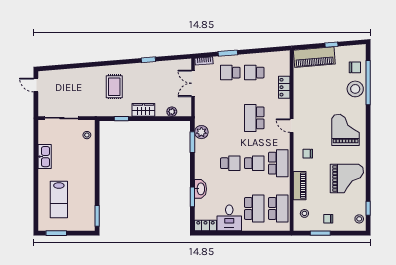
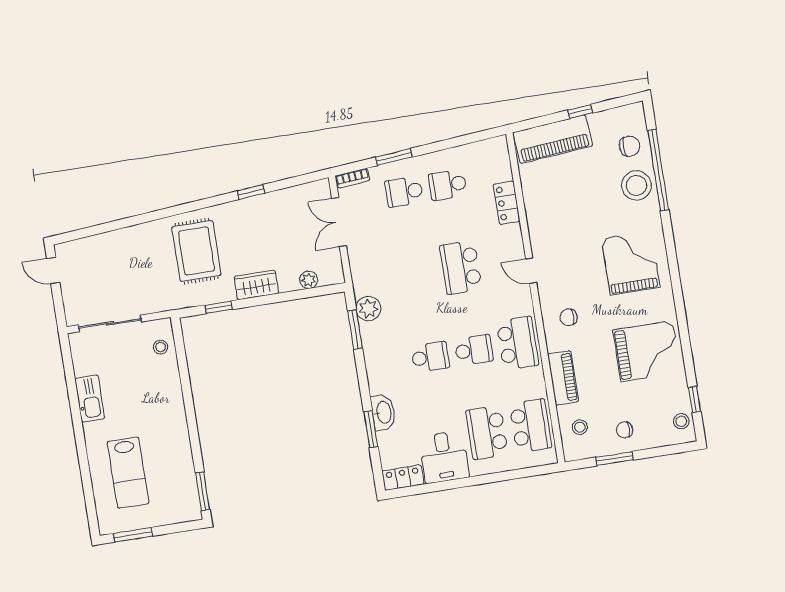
rug: (114, 87) -> (196, 251), width x1.36, depth x1.43
school desk: (254, 208) -> (487, 433), turned 180

